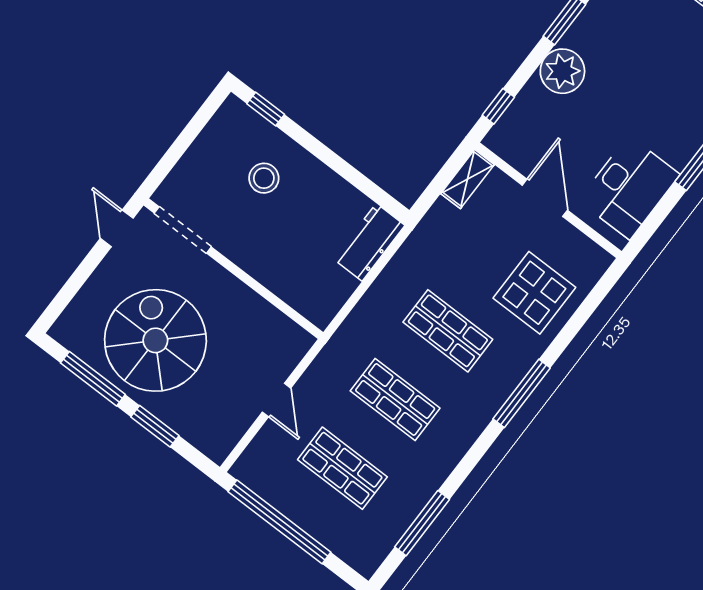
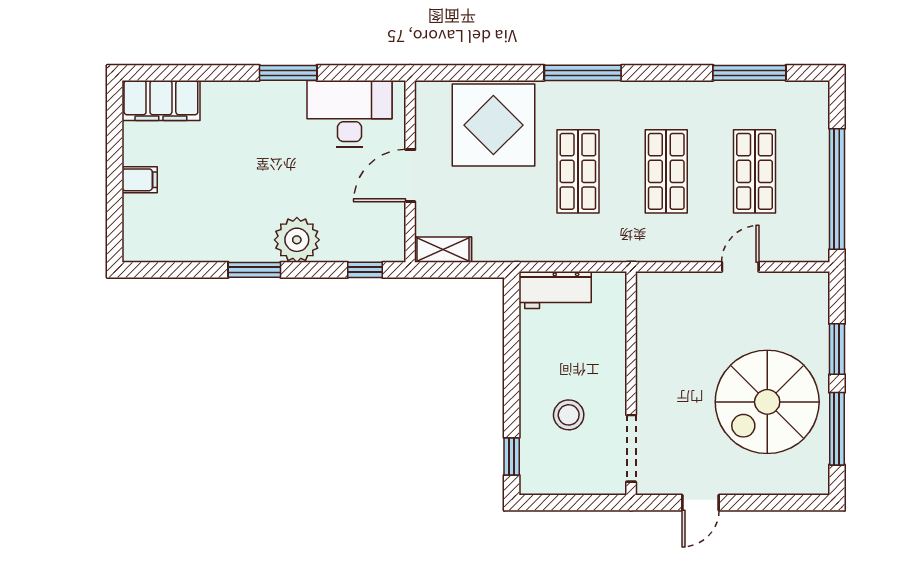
doorway: (183, 230) -> (631, 448), moved
wall: (233, 269) -> (631, 383), moved
display table: (534, 293) -> (493, 125), width x1.36, depth x1.36

